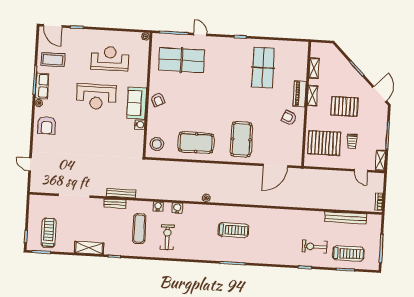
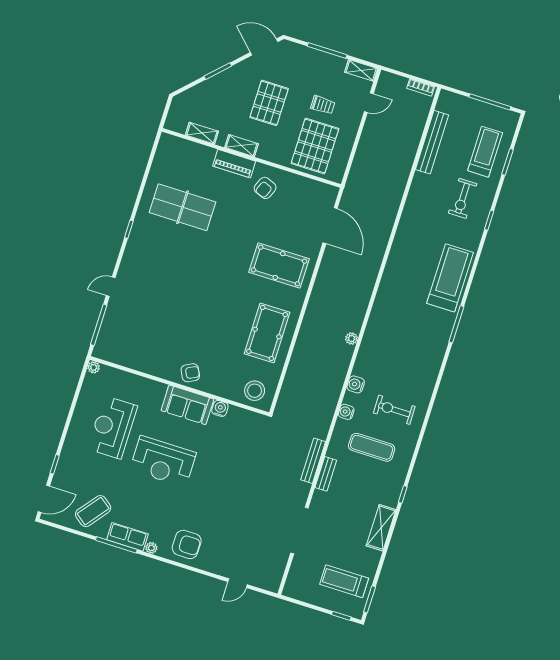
coffee table: (53, 60) -> (93, 511), turned 38
table tennis table: (181, 60) -> (141, 324), removed
reception desk: (96, 97) -> (163, 461), turned 90
treadmill: (233, 230) -> (450, 278), moved, width x1.37, depth x1.38

